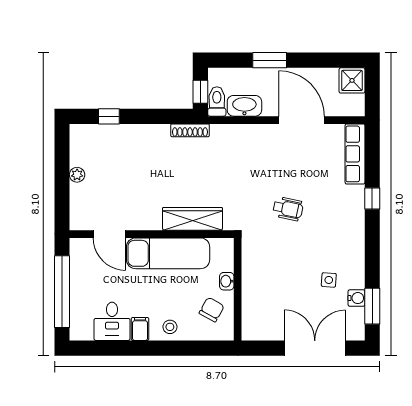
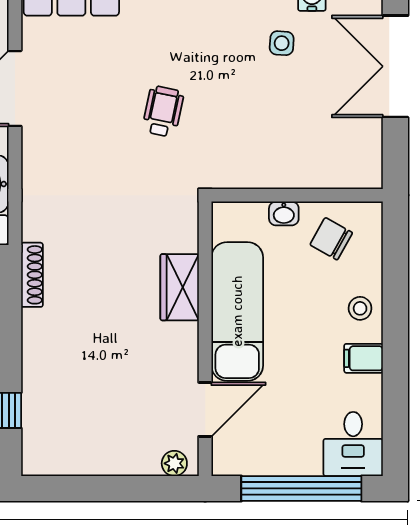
plant: (77, 175) -> (174, 463), moved
wardrobe: (192, 219) -> (180, 287), width x0.67
desk: (112, 321) -> (353, 444), moved, turned 90

